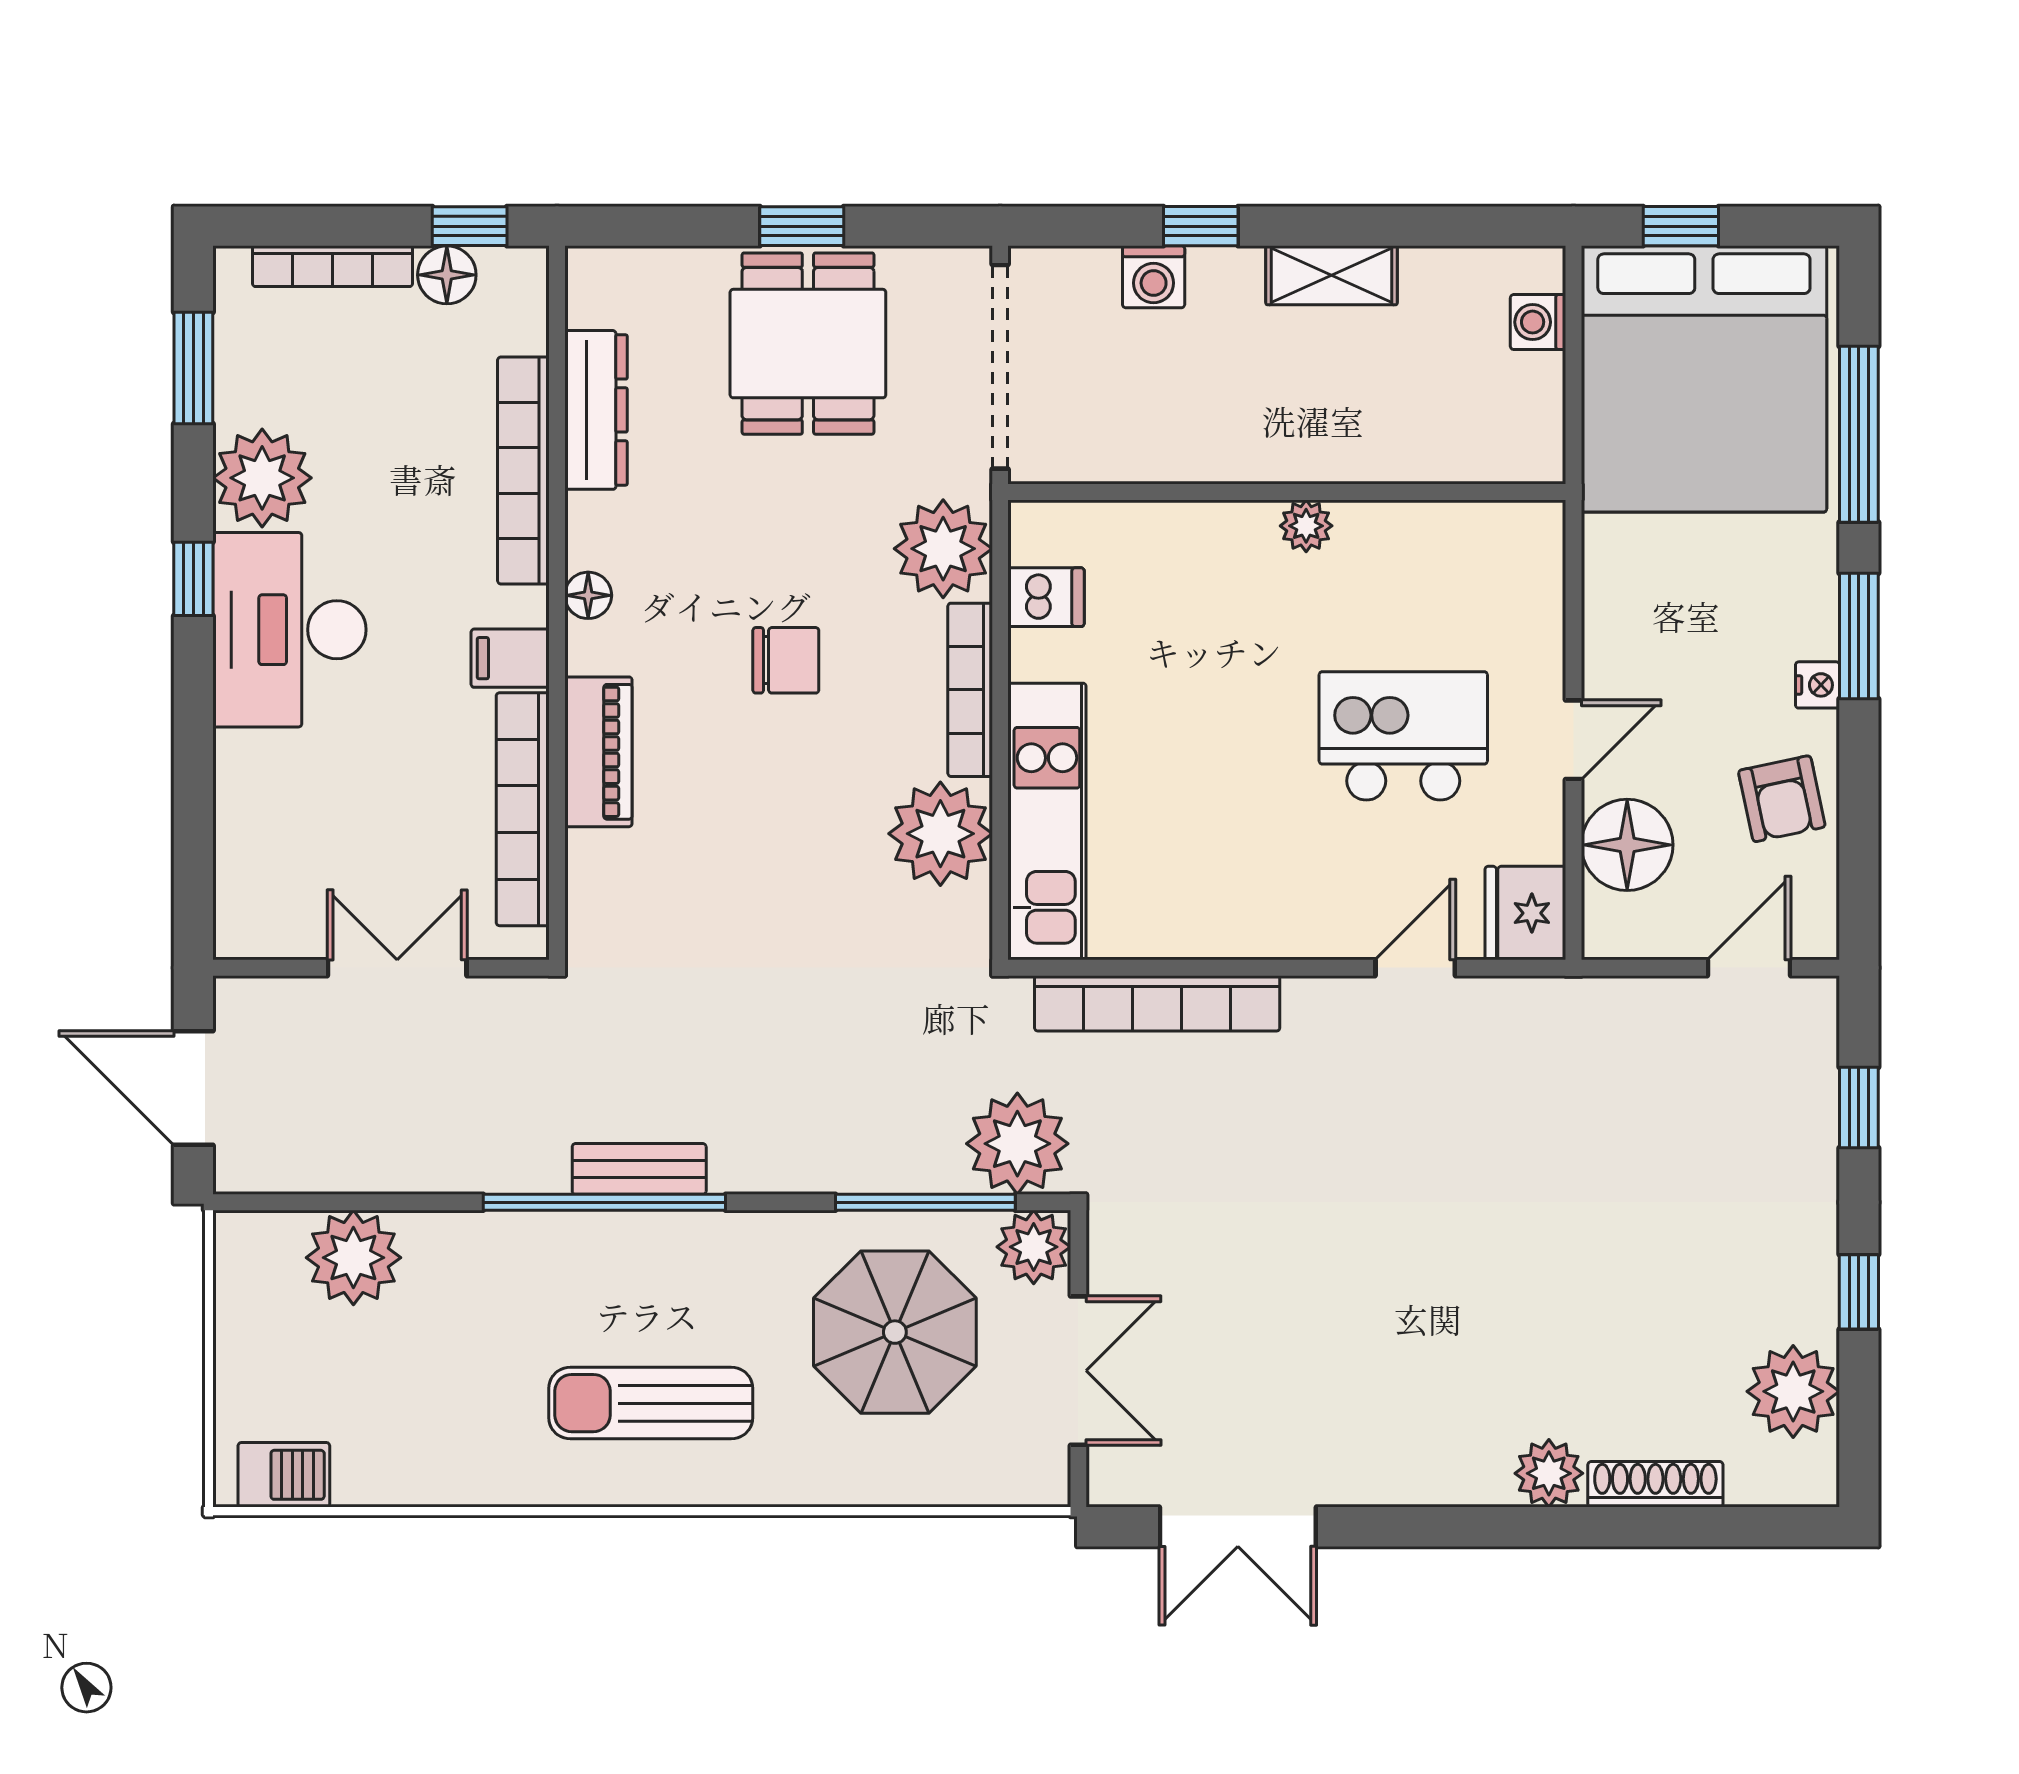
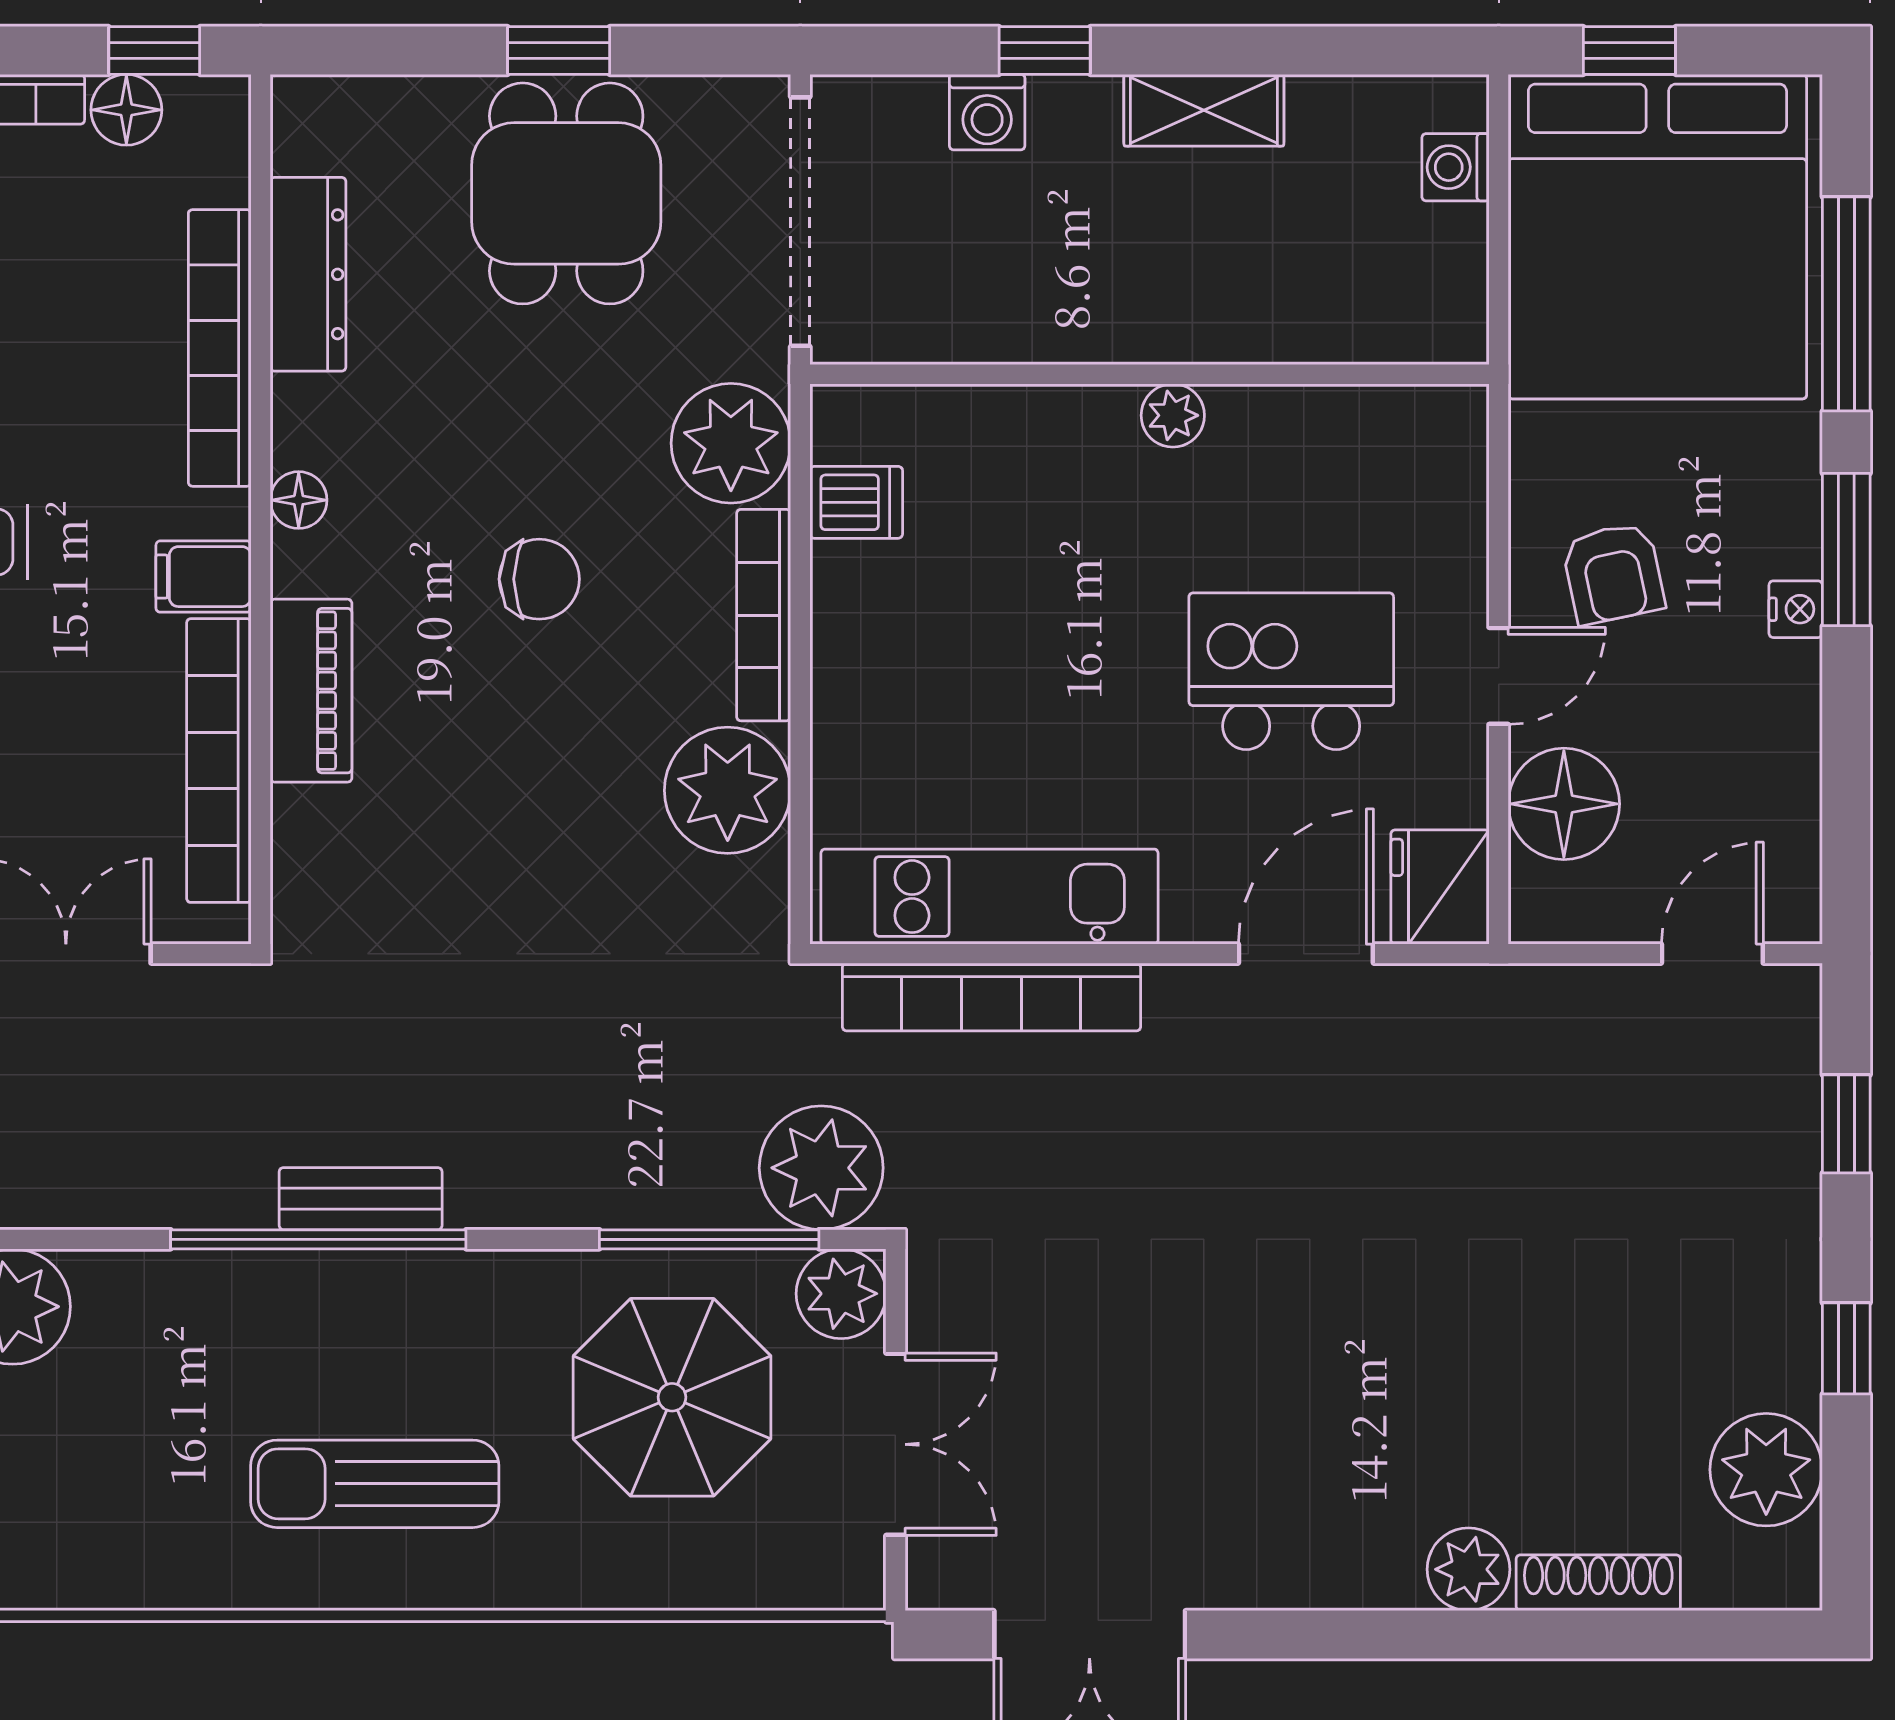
armchair: (1782, 799) -> (1613, 573), moved
kitchen unit: (1047, 821) -> (990, 897), moved, turned -90
door: (1415, 968) -> (1306, 954), width x1.38

